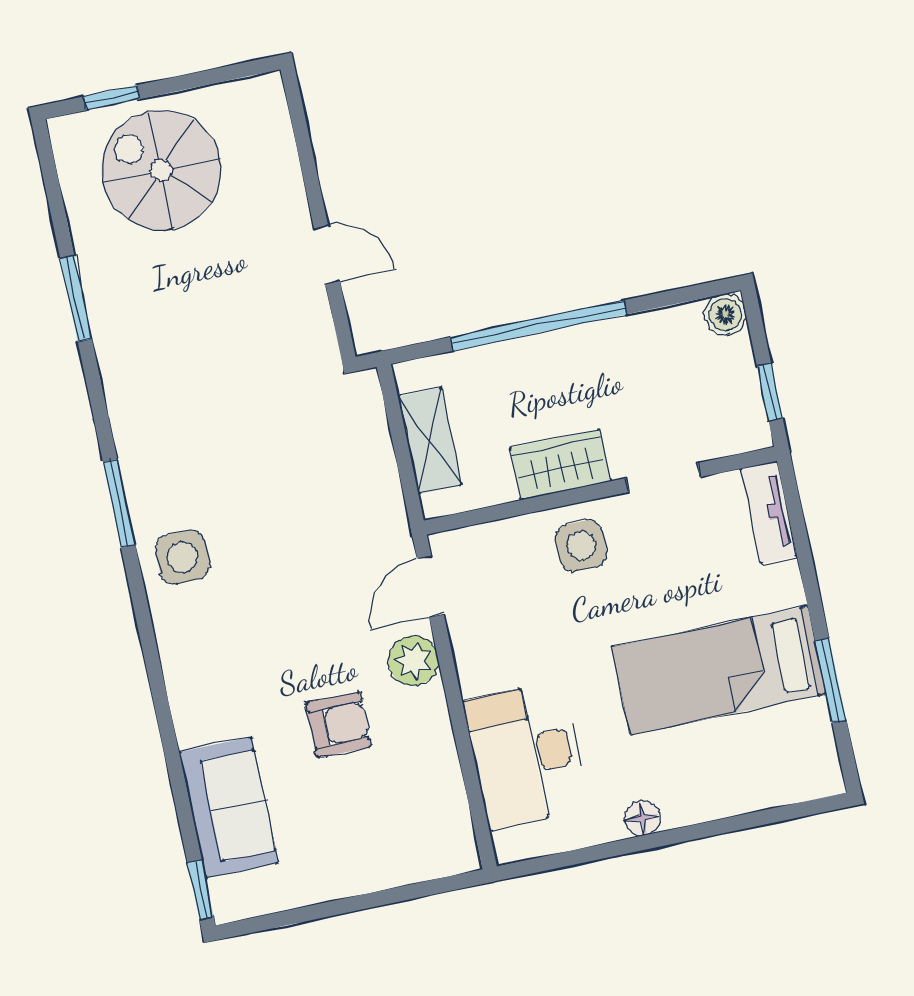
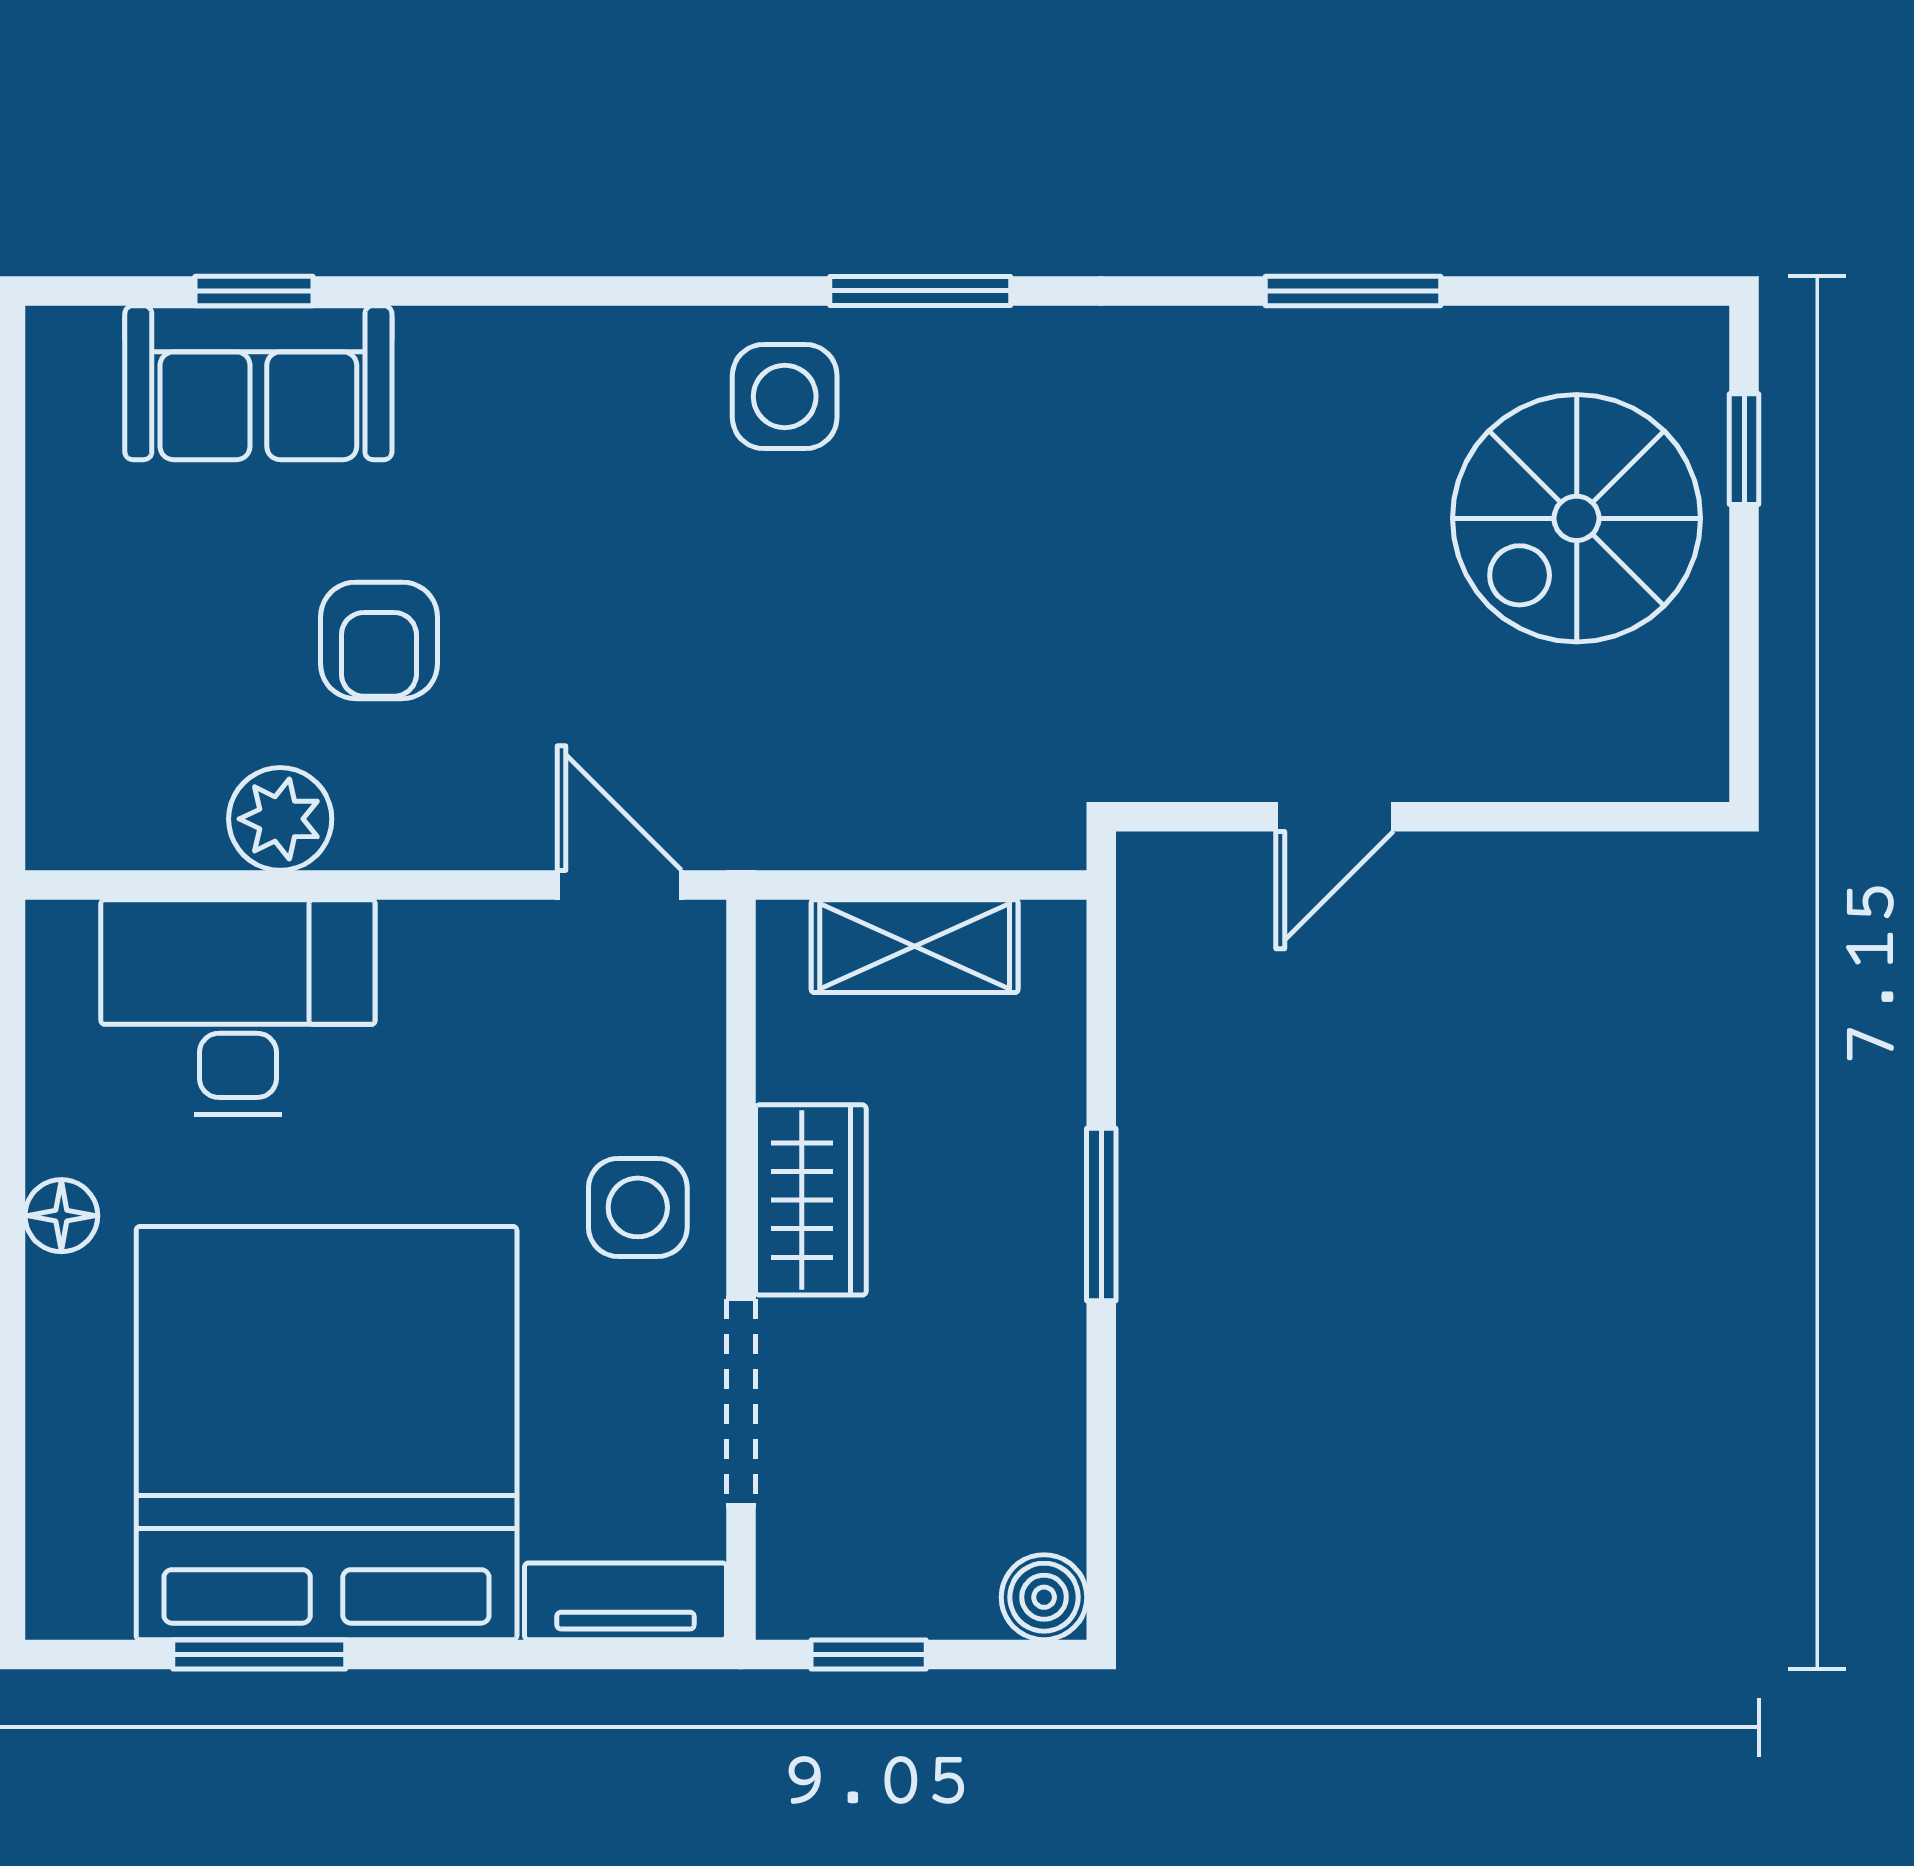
spiral stairs: (161, 170) -> (1577, 518), turned 180
window: (538, 326) -> (1101, 1215), width x0.47
doorway: (663, 477) -> (741, 1402), width x1.38
plant: (413, 661) -> (280, 819), moved
bed: (719, 671) -> (327, 1433), width x2.04
window: (200, 890) -> (254, 291), moved

